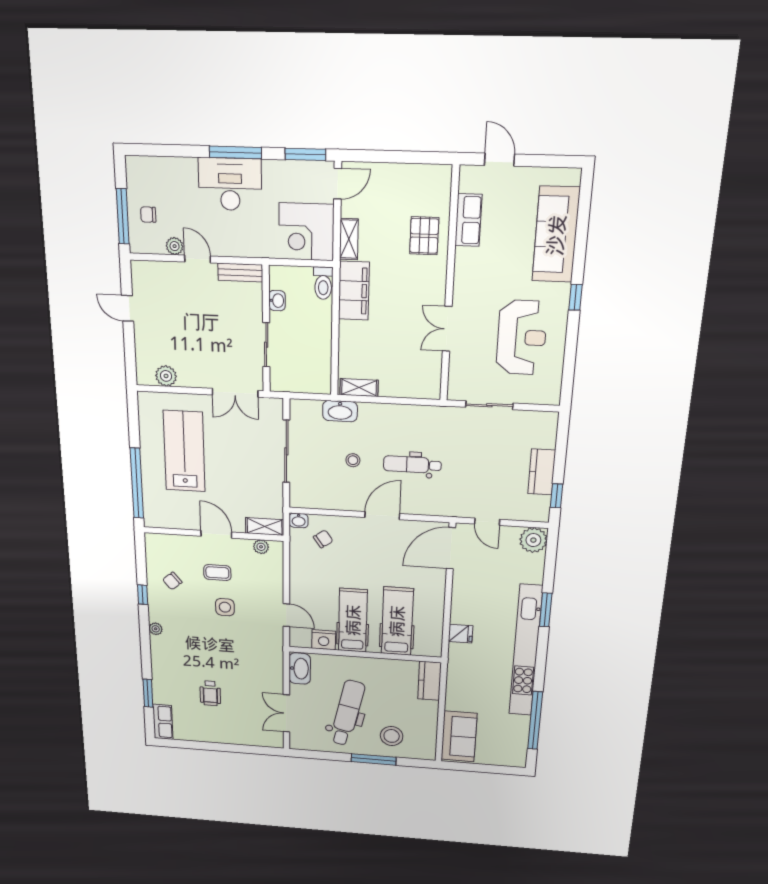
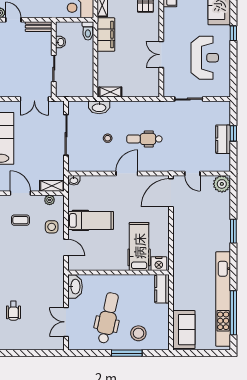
window: (557, 496) -> (233, 133), moved
chair: (323, 539) -> (90, 192), removed
side table: (225, 607) -> (52, 227), moved
hospital bed: (353, 620) -> (91, 220), moved, turned 90
fridge: (461, 634) -> (180, 252), removed
nightstand: (324, 640) -> (159, 264), moved
kitchen unit: (526, 651) -> (223, 299), moved

